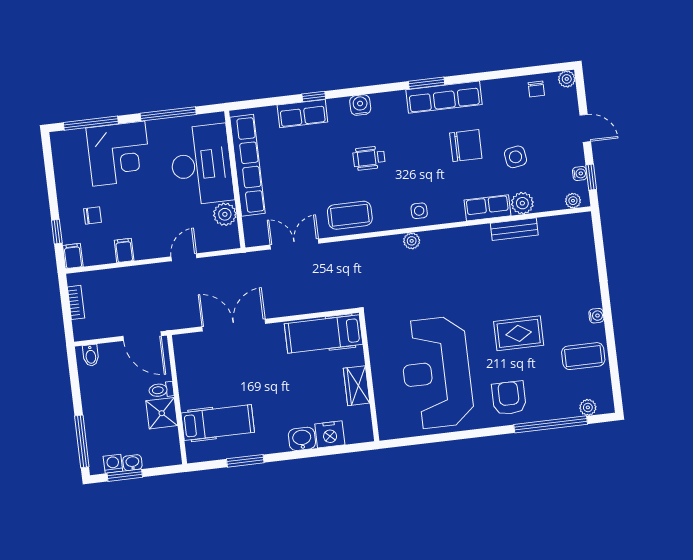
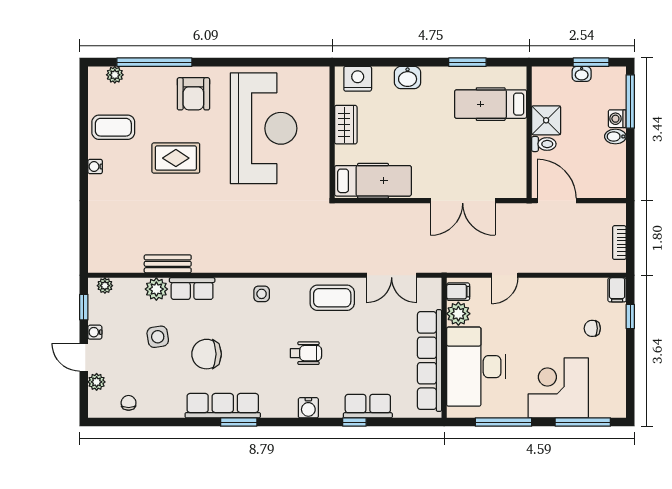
plant: (567, 79) -> (97, 382), moved
water cooler: (580, 174) -> (95, 332), moved
plant: (412, 241) -> (273, 264), removed
filing cabinet: (124, 250) -> (458, 292), moved, turned -90
bidet: (91, 355) -> (615, 136), moved, turned -90
nightstand: (330, 434) -> (358, 79), moved
washing machine: (113, 464) -> (617, 119), moved, turned 90

